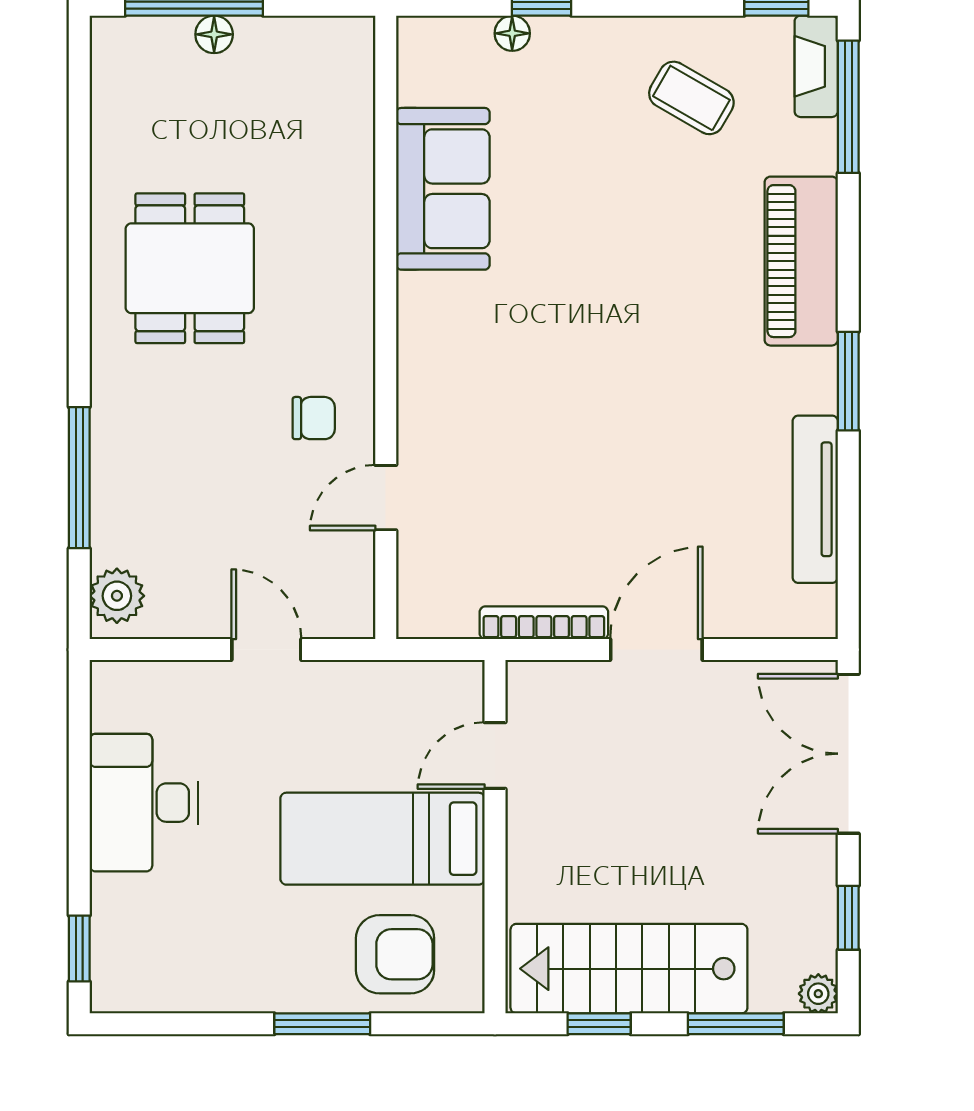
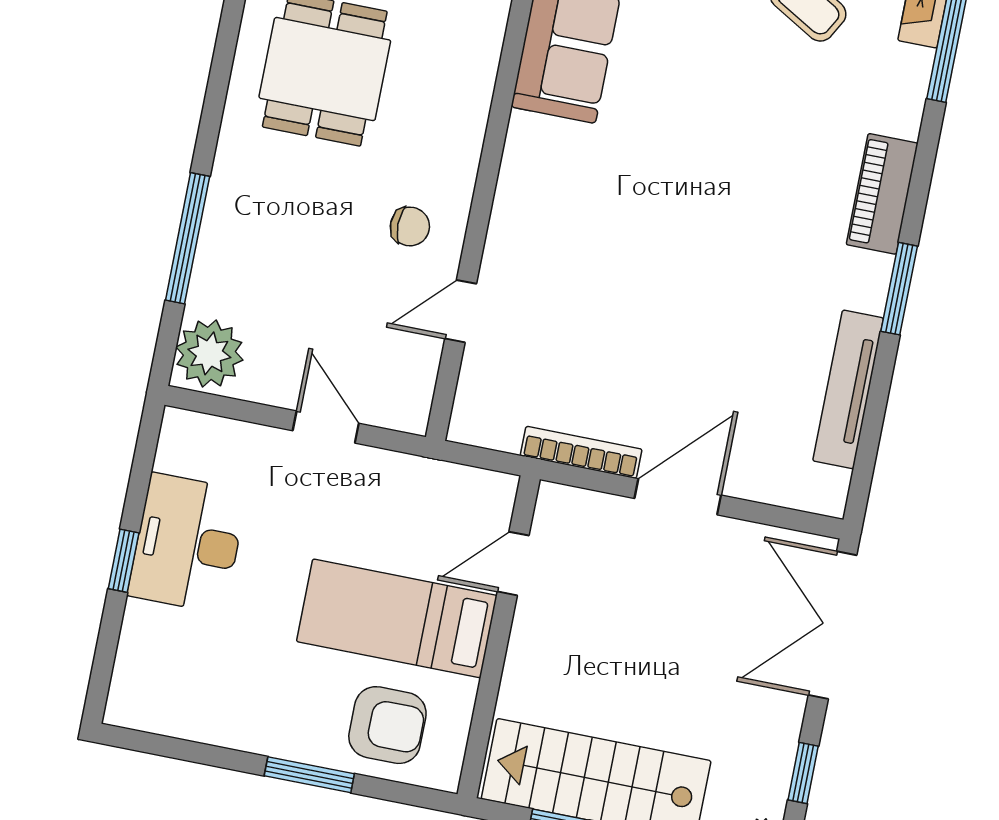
piano: (801, 261) -> (882, 194), width x0.73, depth x0.75
plant: (117, 596) -> (209, 353), width x1.36, depth x1.36
window: (79, 948) -> (124, 561), moved

